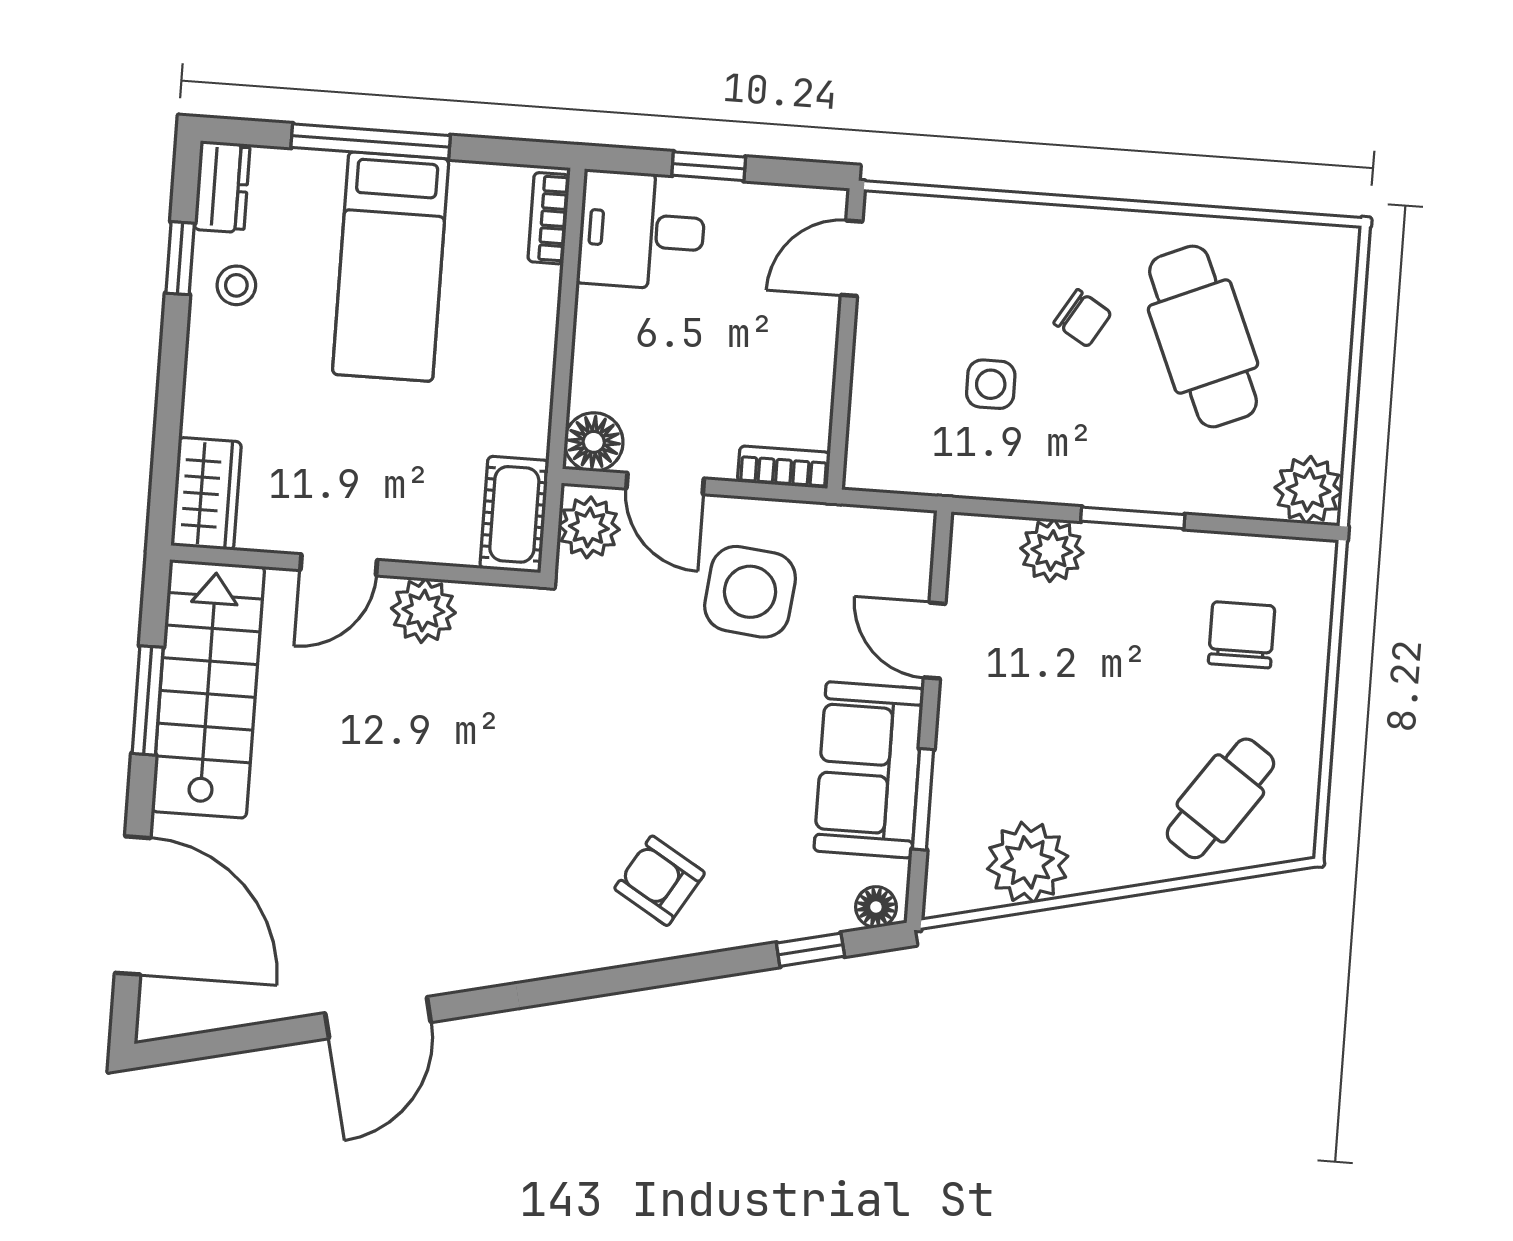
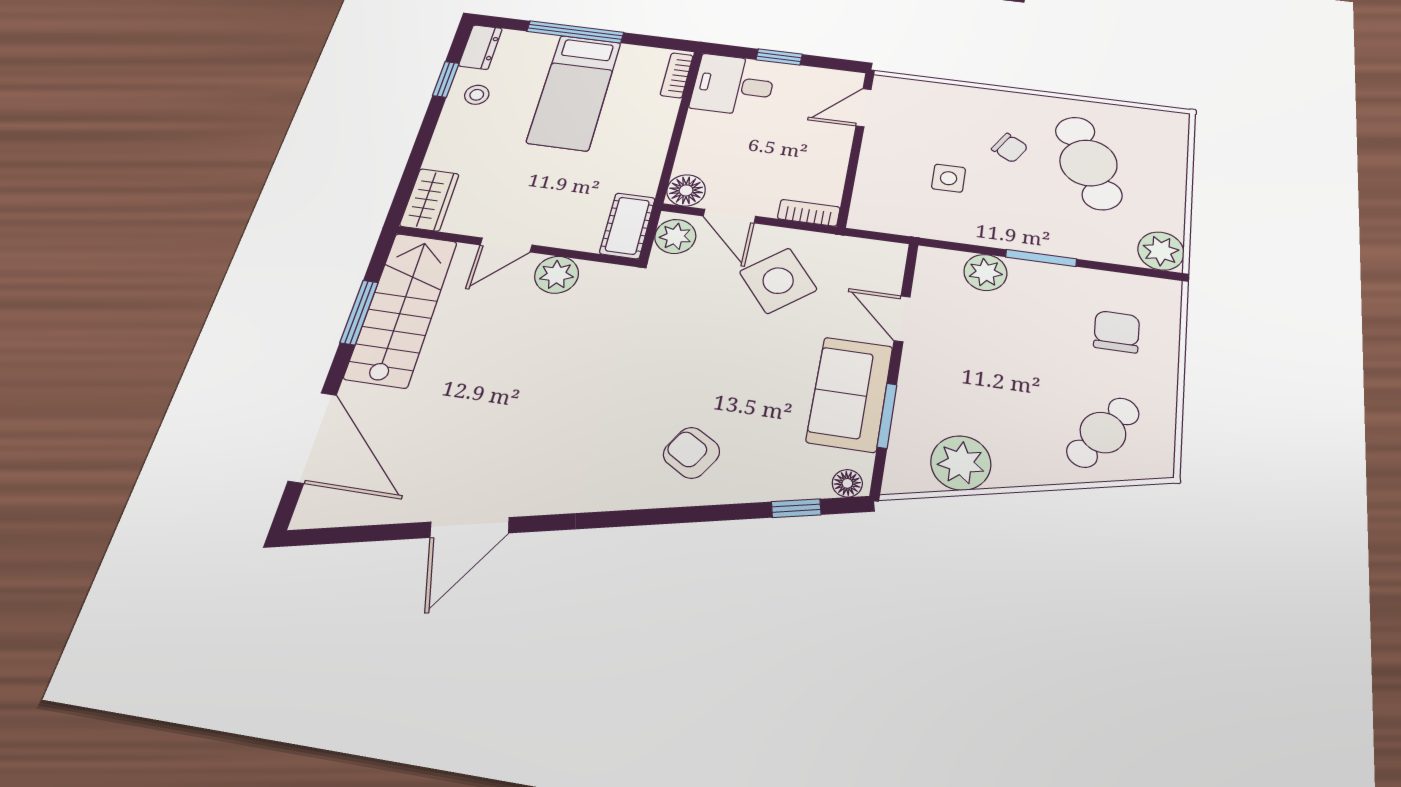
side table: (750, 592) -> (778, 281), turned 45

